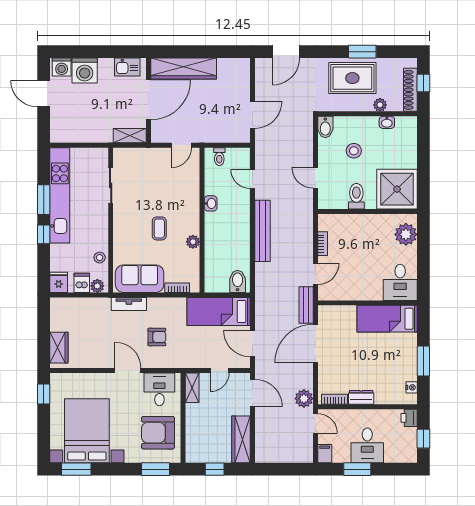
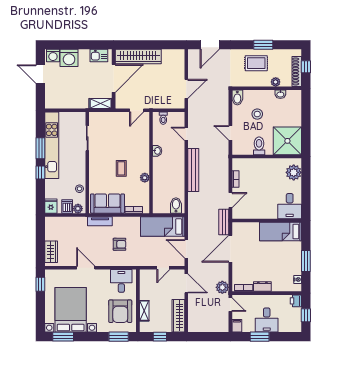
rug: (352, 78) -> (256, 63), width x0.73, depth x0.70
door: (128, 371) -> (86, 268), moved
shelving: (192, 388) -> (144, 311), moved
armchair: (158, 433) -> (120, 311), turned -90

